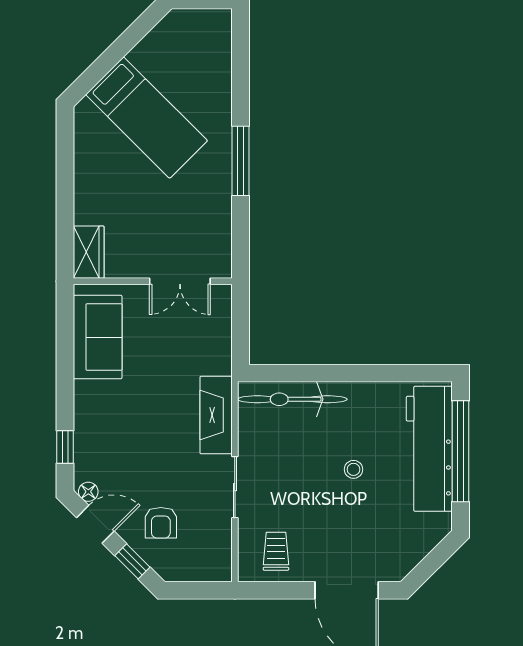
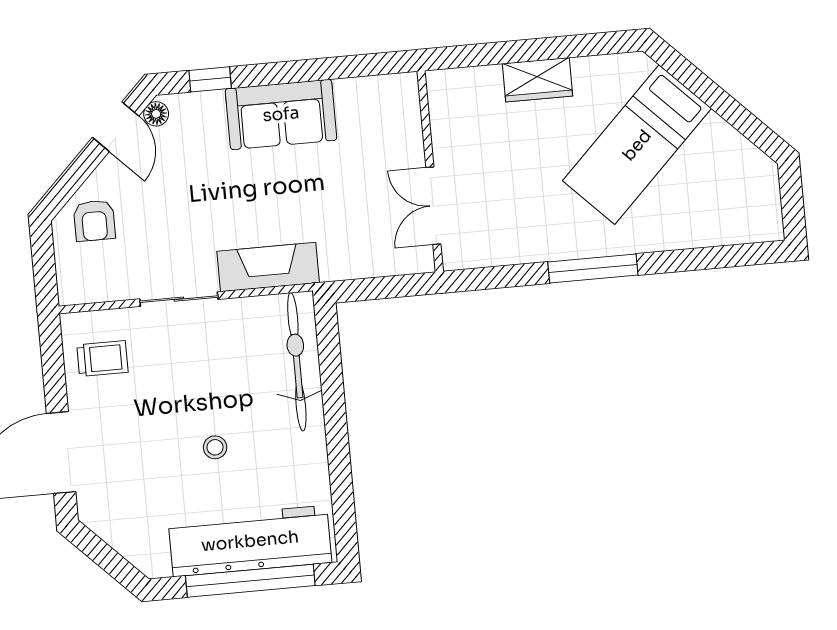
wardrobe: (89, 252) -> (537, 80), moved
sofa: (98, 337) -> (281, 114), moved
armchair: (161, 523) -> (94, 221), moved, turned -90
window: (132, 561) -> (73, 178), removed

